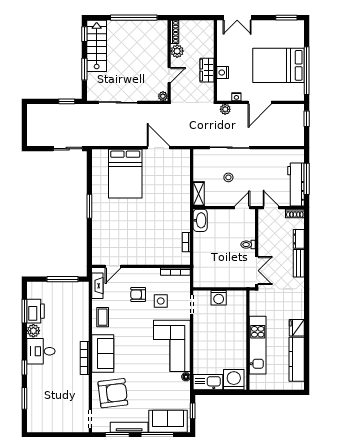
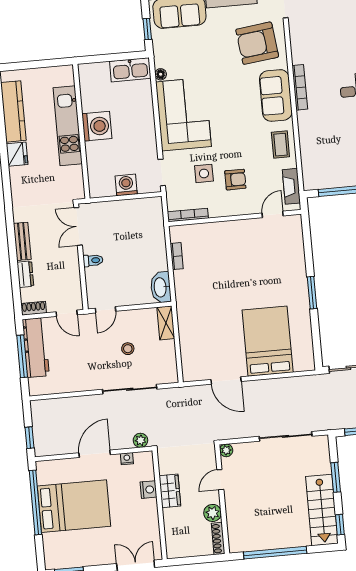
washing machine: (234, 380) -> (97, 126), moved, turned -90

